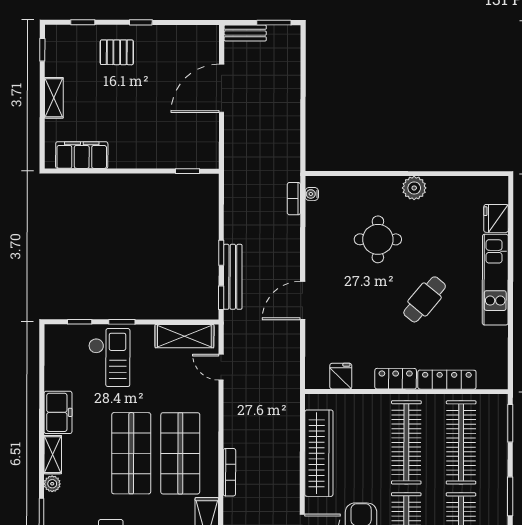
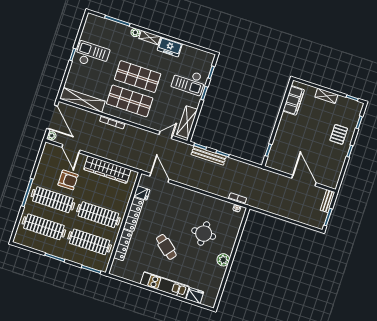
door: (303, 301) -> (159, 178), moved
locker: (396, 379) -> (134, 214), width x1.53

